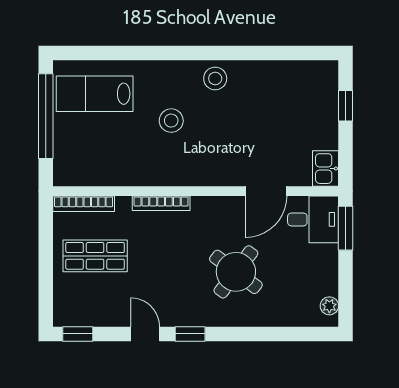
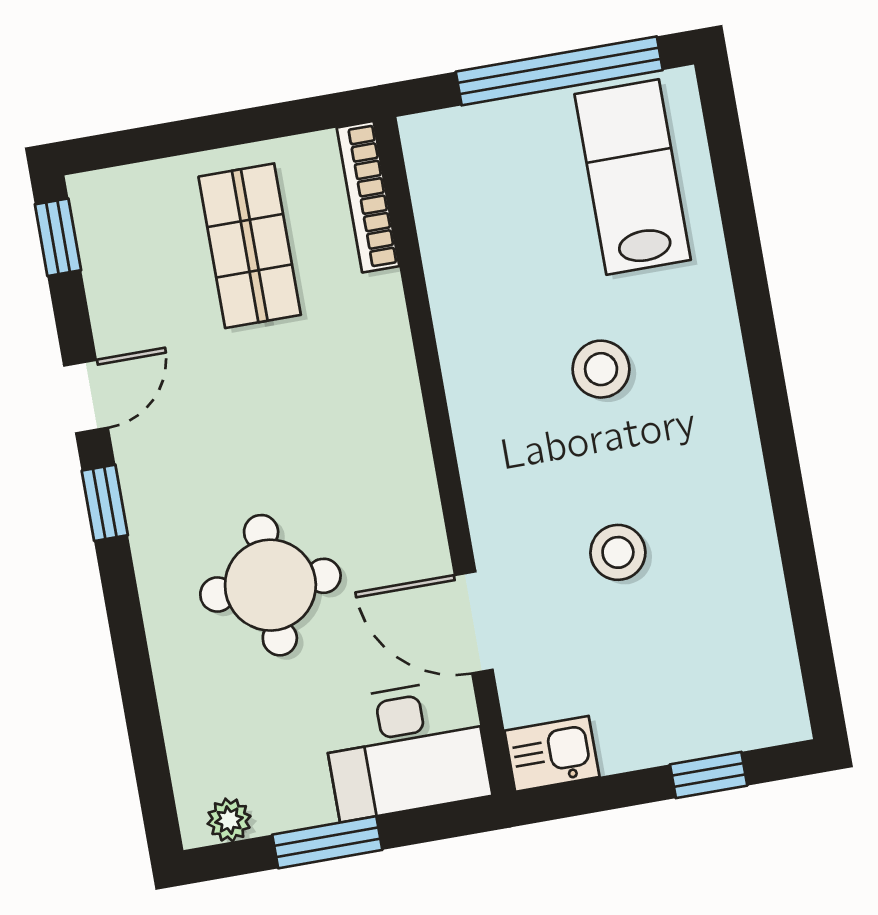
stool: (215, 78) -> (618, 552), moved
bookcase: (161, 203) -> (401, 380), removed
desk: (313, 219) -> (406, 749), width x1.37
window: (346, 228) -> (327, 842), moved
round table: (236, 272) -> (270, 585), turned -37

